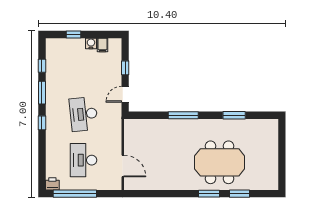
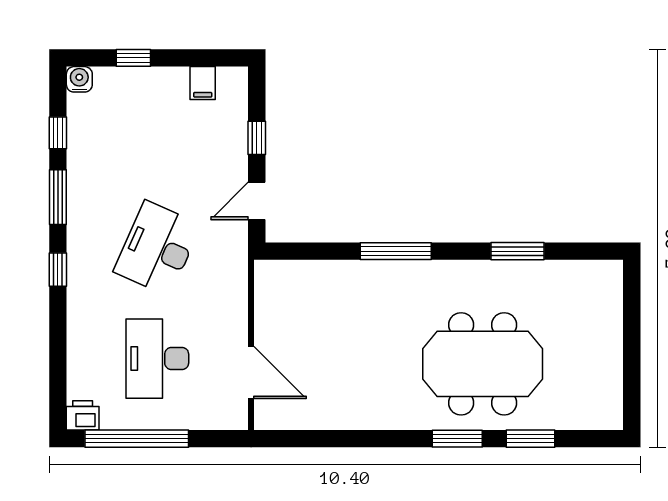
water cooler: (91, 43) -> (79, 79), moved
desk: (84, 114) -> (157, 248), turned 30

